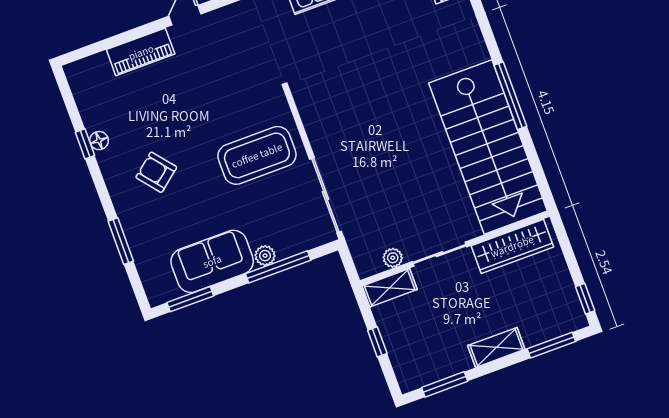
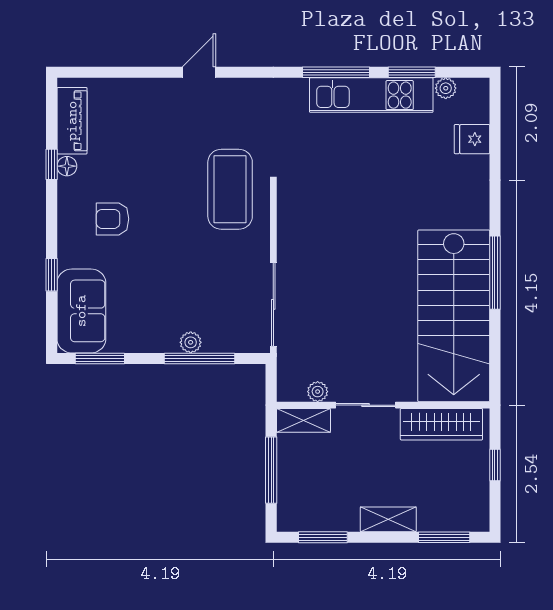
piano: (141, 52) -> (72, 121), moved, turned -90
coffee table: (257, 155) -> (230, 189), moved, turned 90
armchair: (156, 172) -> (113, 219), turned -51
window: (121, 241) -> (52, 275), width x0.67
sofa: (212, 261) -> (81, 311), moved, turned 90
window: (585, 299) -> (495, 465), moved
window: (377, 342) -> (271, 470), width x2.17

